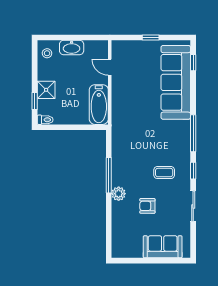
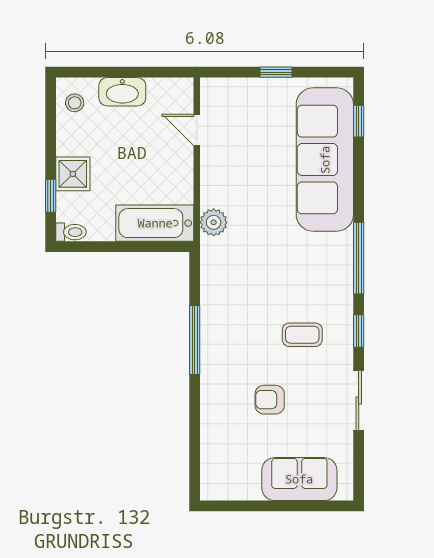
bathtub: (99, 105) -> (155, 223), moved, turned 90
plant: (119, 194) -> (214, 222), moved

